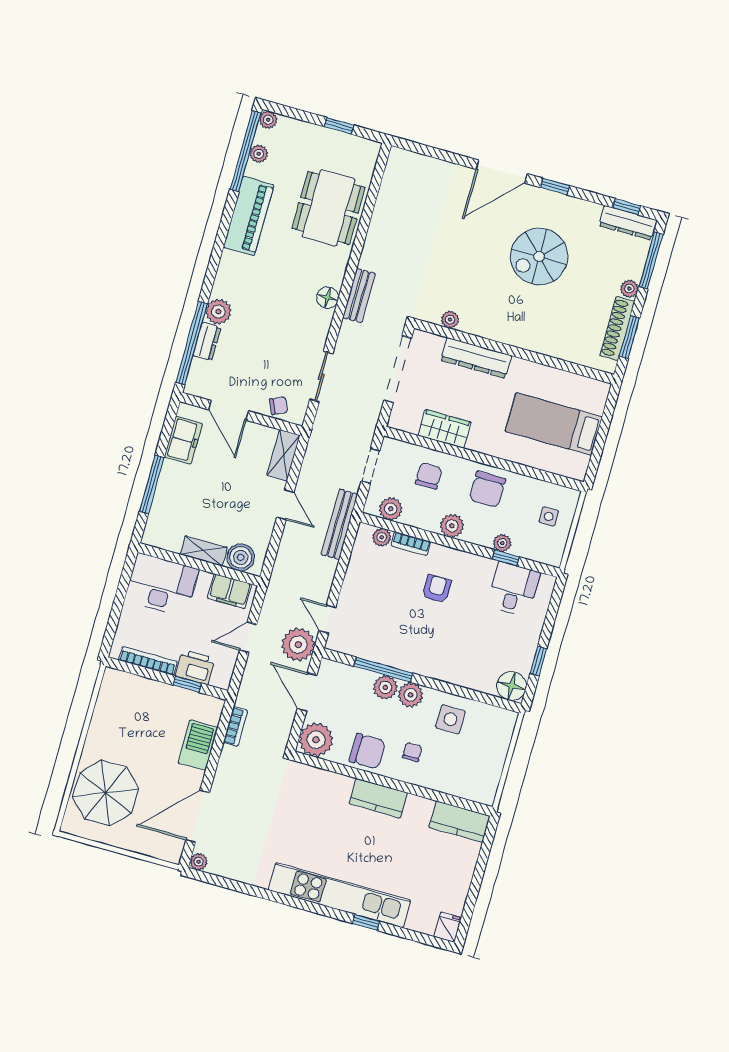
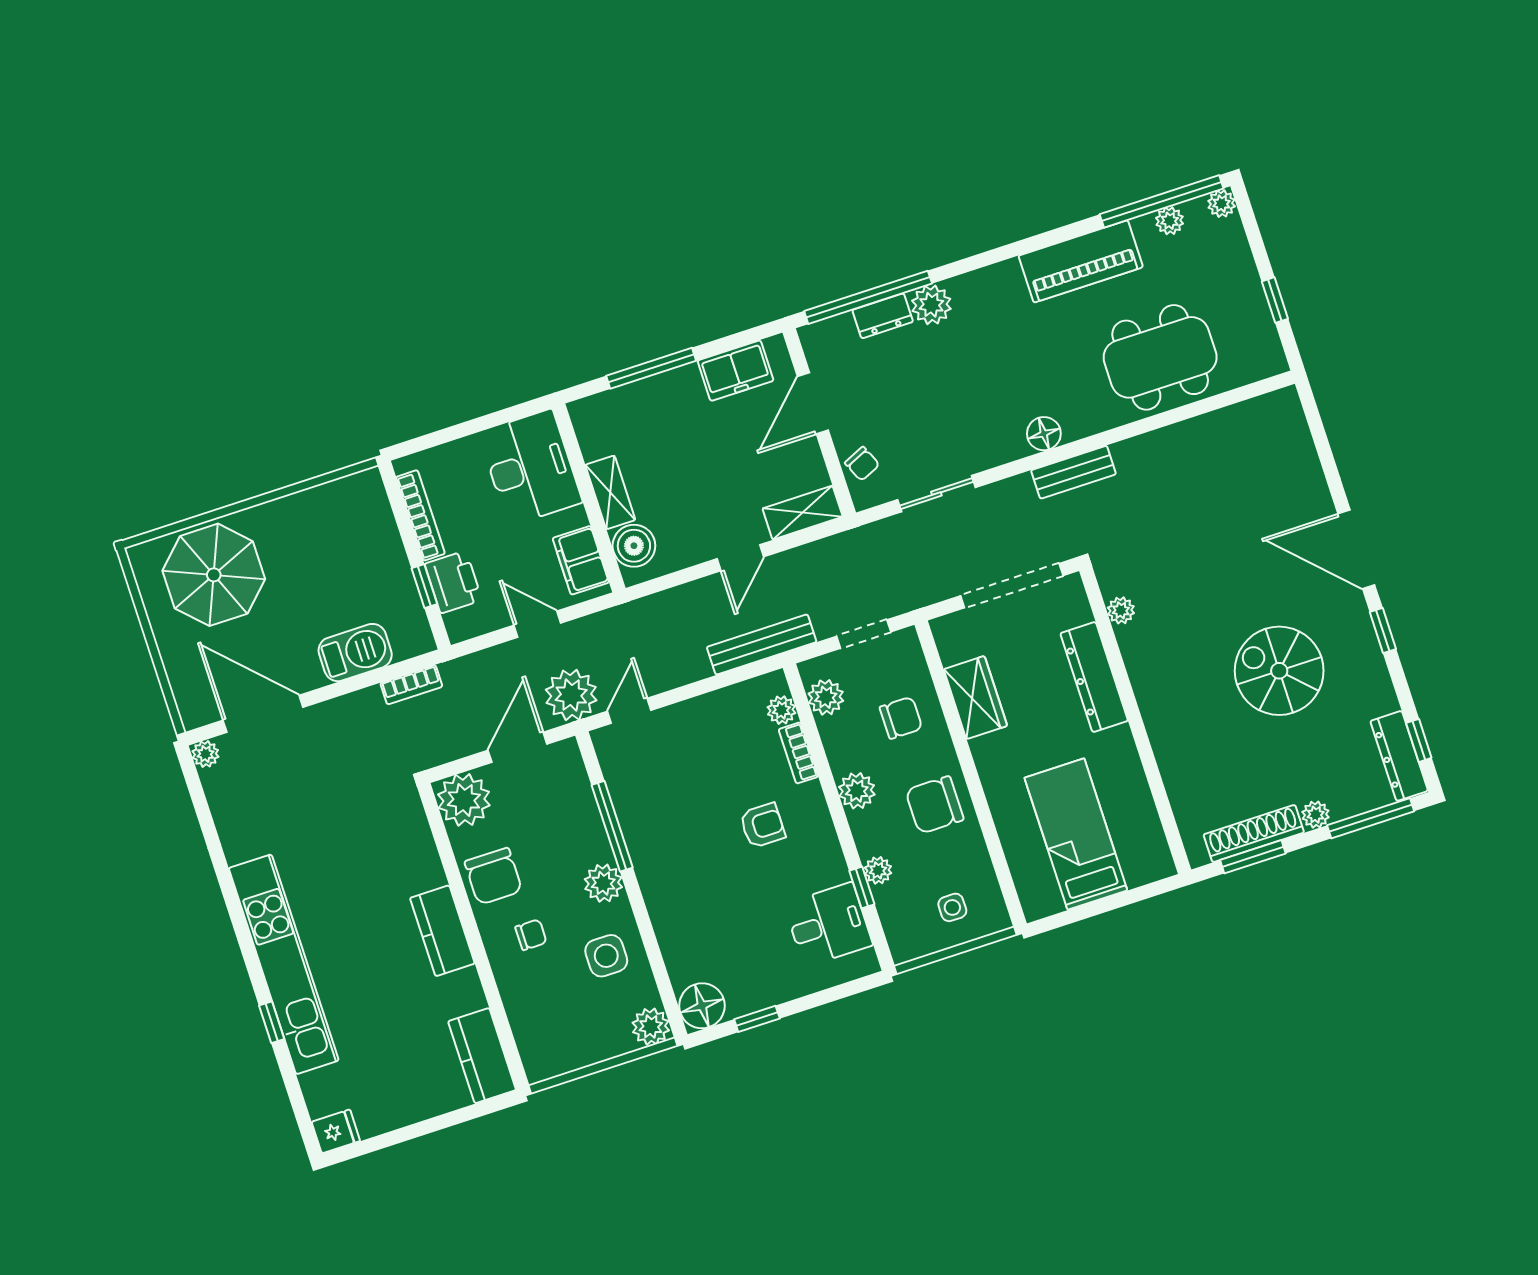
plant: (385, 687) -> (651, 1027), moved

